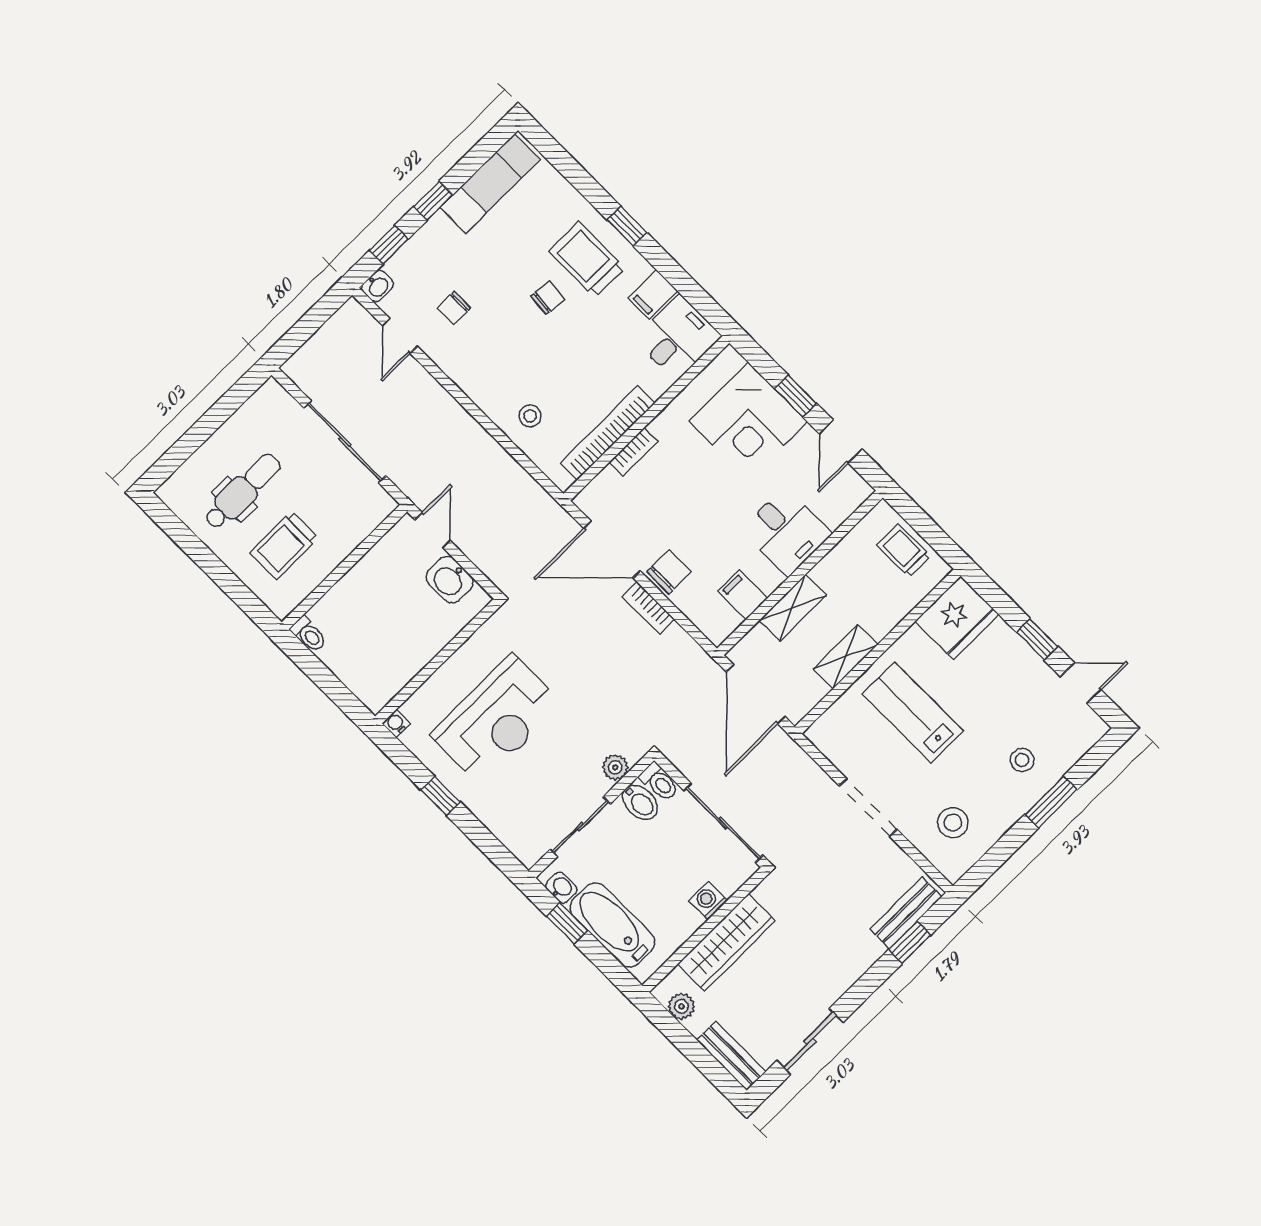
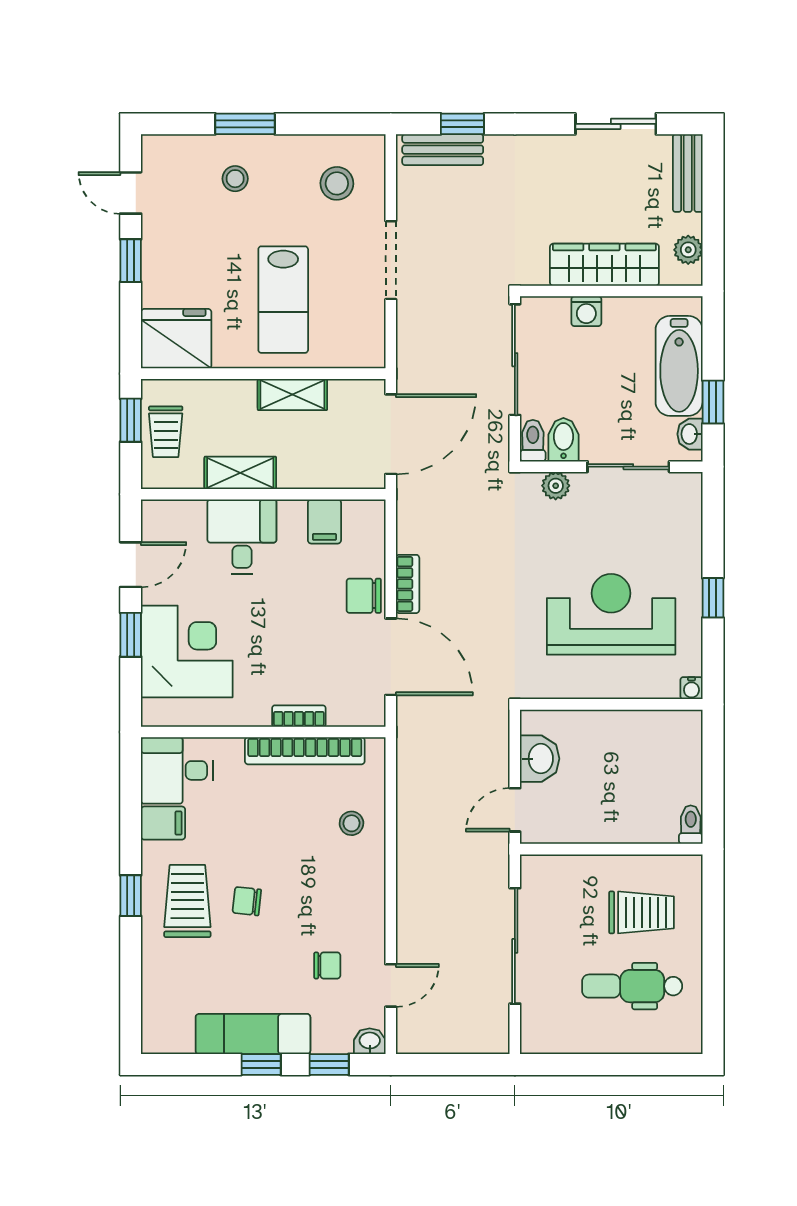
exam couch: (490, 184) -> (253, 1034), moved
trolley: (587, 259) -> (187, 901), turned 180
window: (934, 535) -> (131, 420), added
shelving: (793, 608) -> (240, 473), moved

